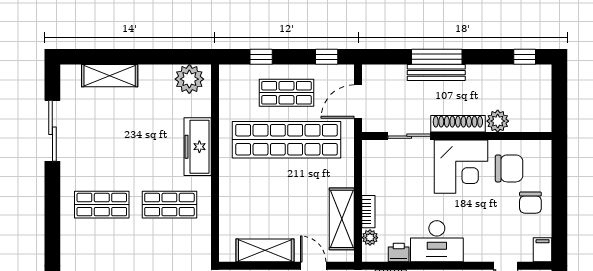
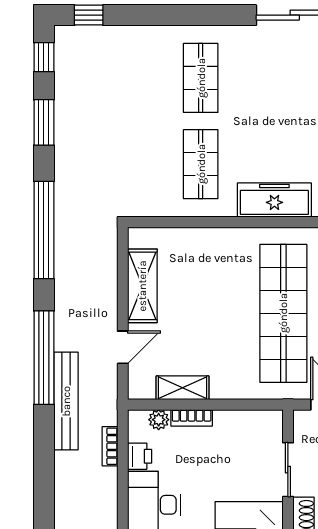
shelving: (342, 219) -> (182, 388), width x0.67, depth x0.75

